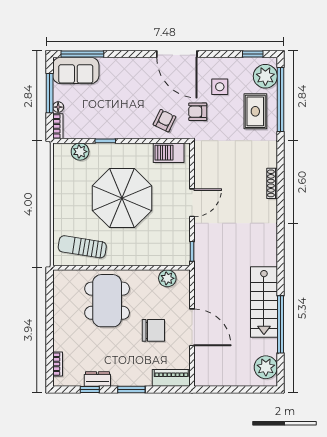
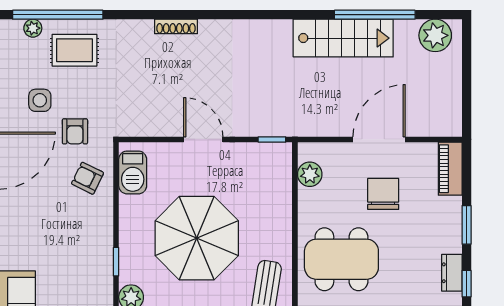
plant: (265, 76) -> (33, 28), width x0.53, depth x0.53

